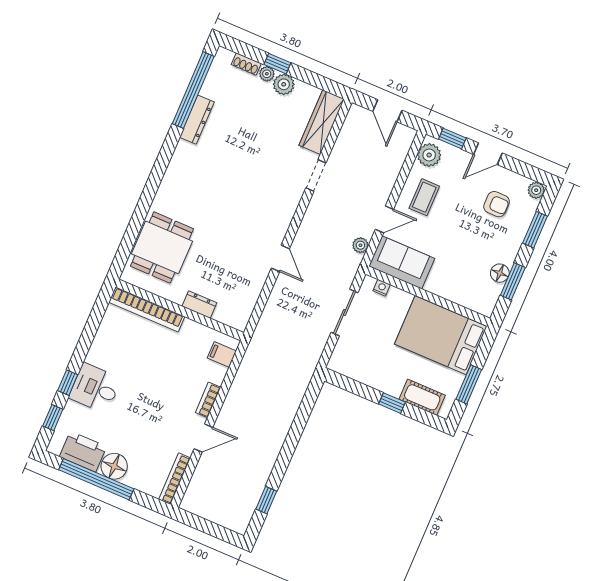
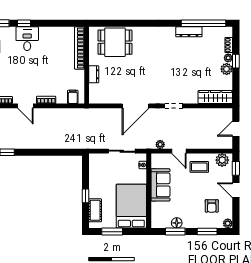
doorway: (316, 175) -> (174, 106), moved
door: (280, 258) -> (136, 106), width x1.87
sofa: (402, 262) -> (160, 185), moved

